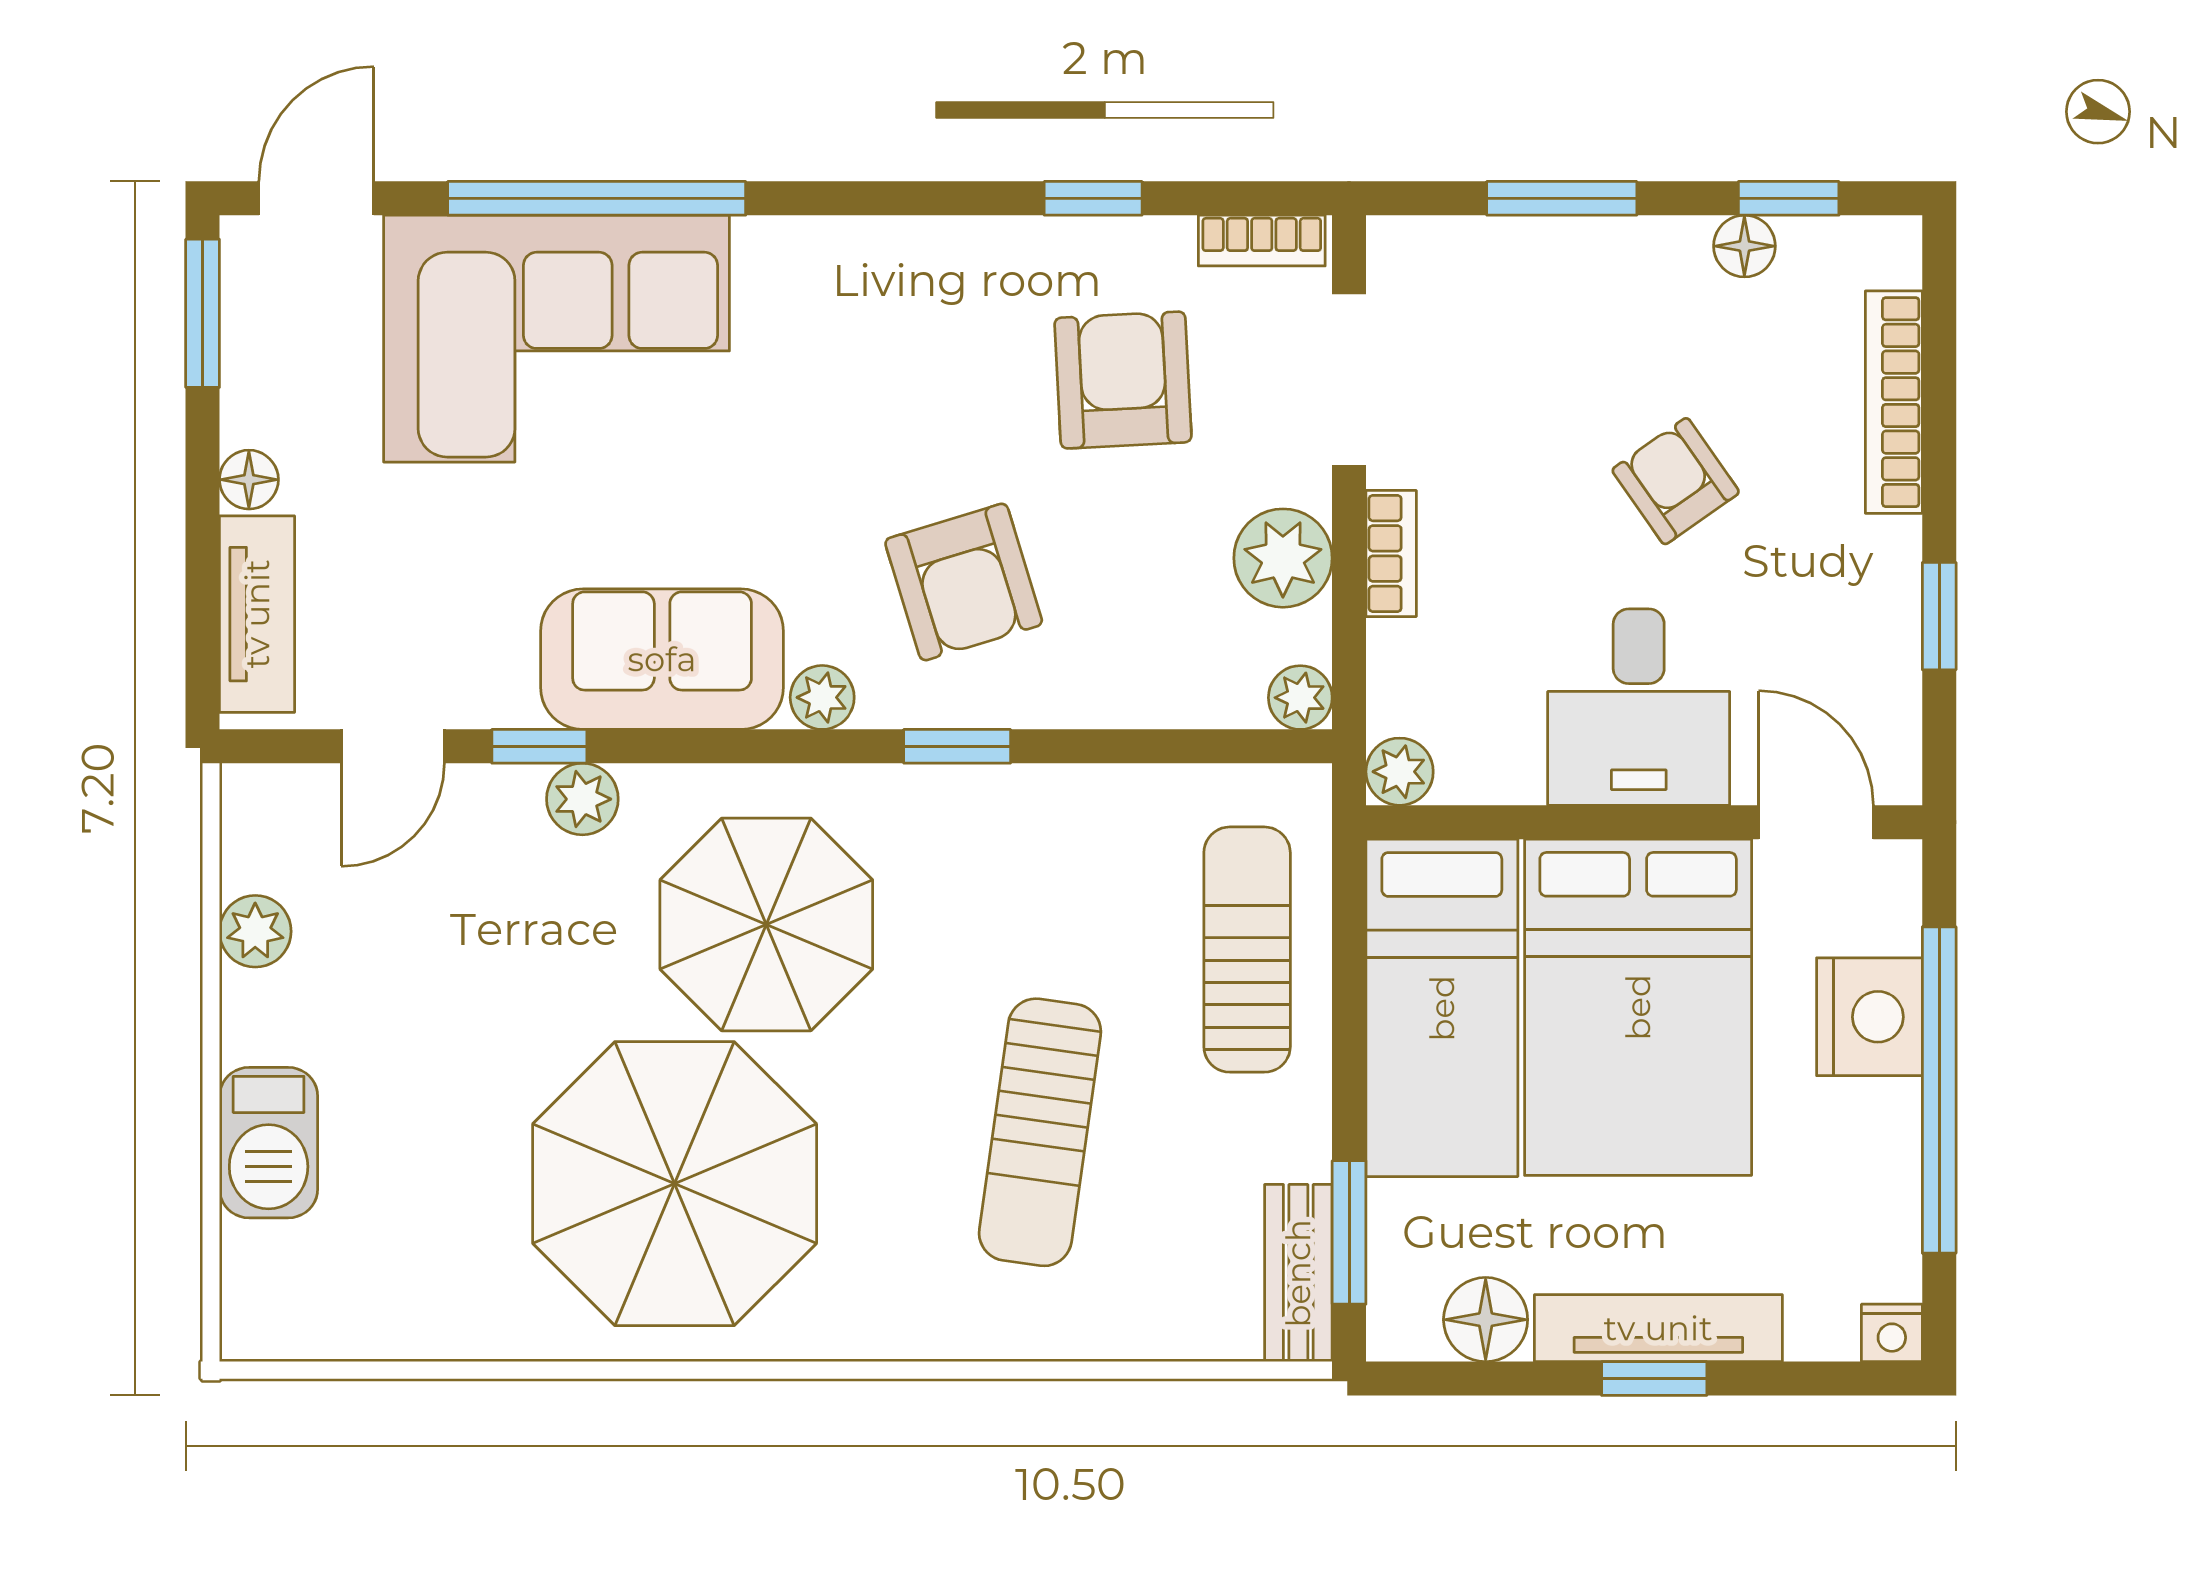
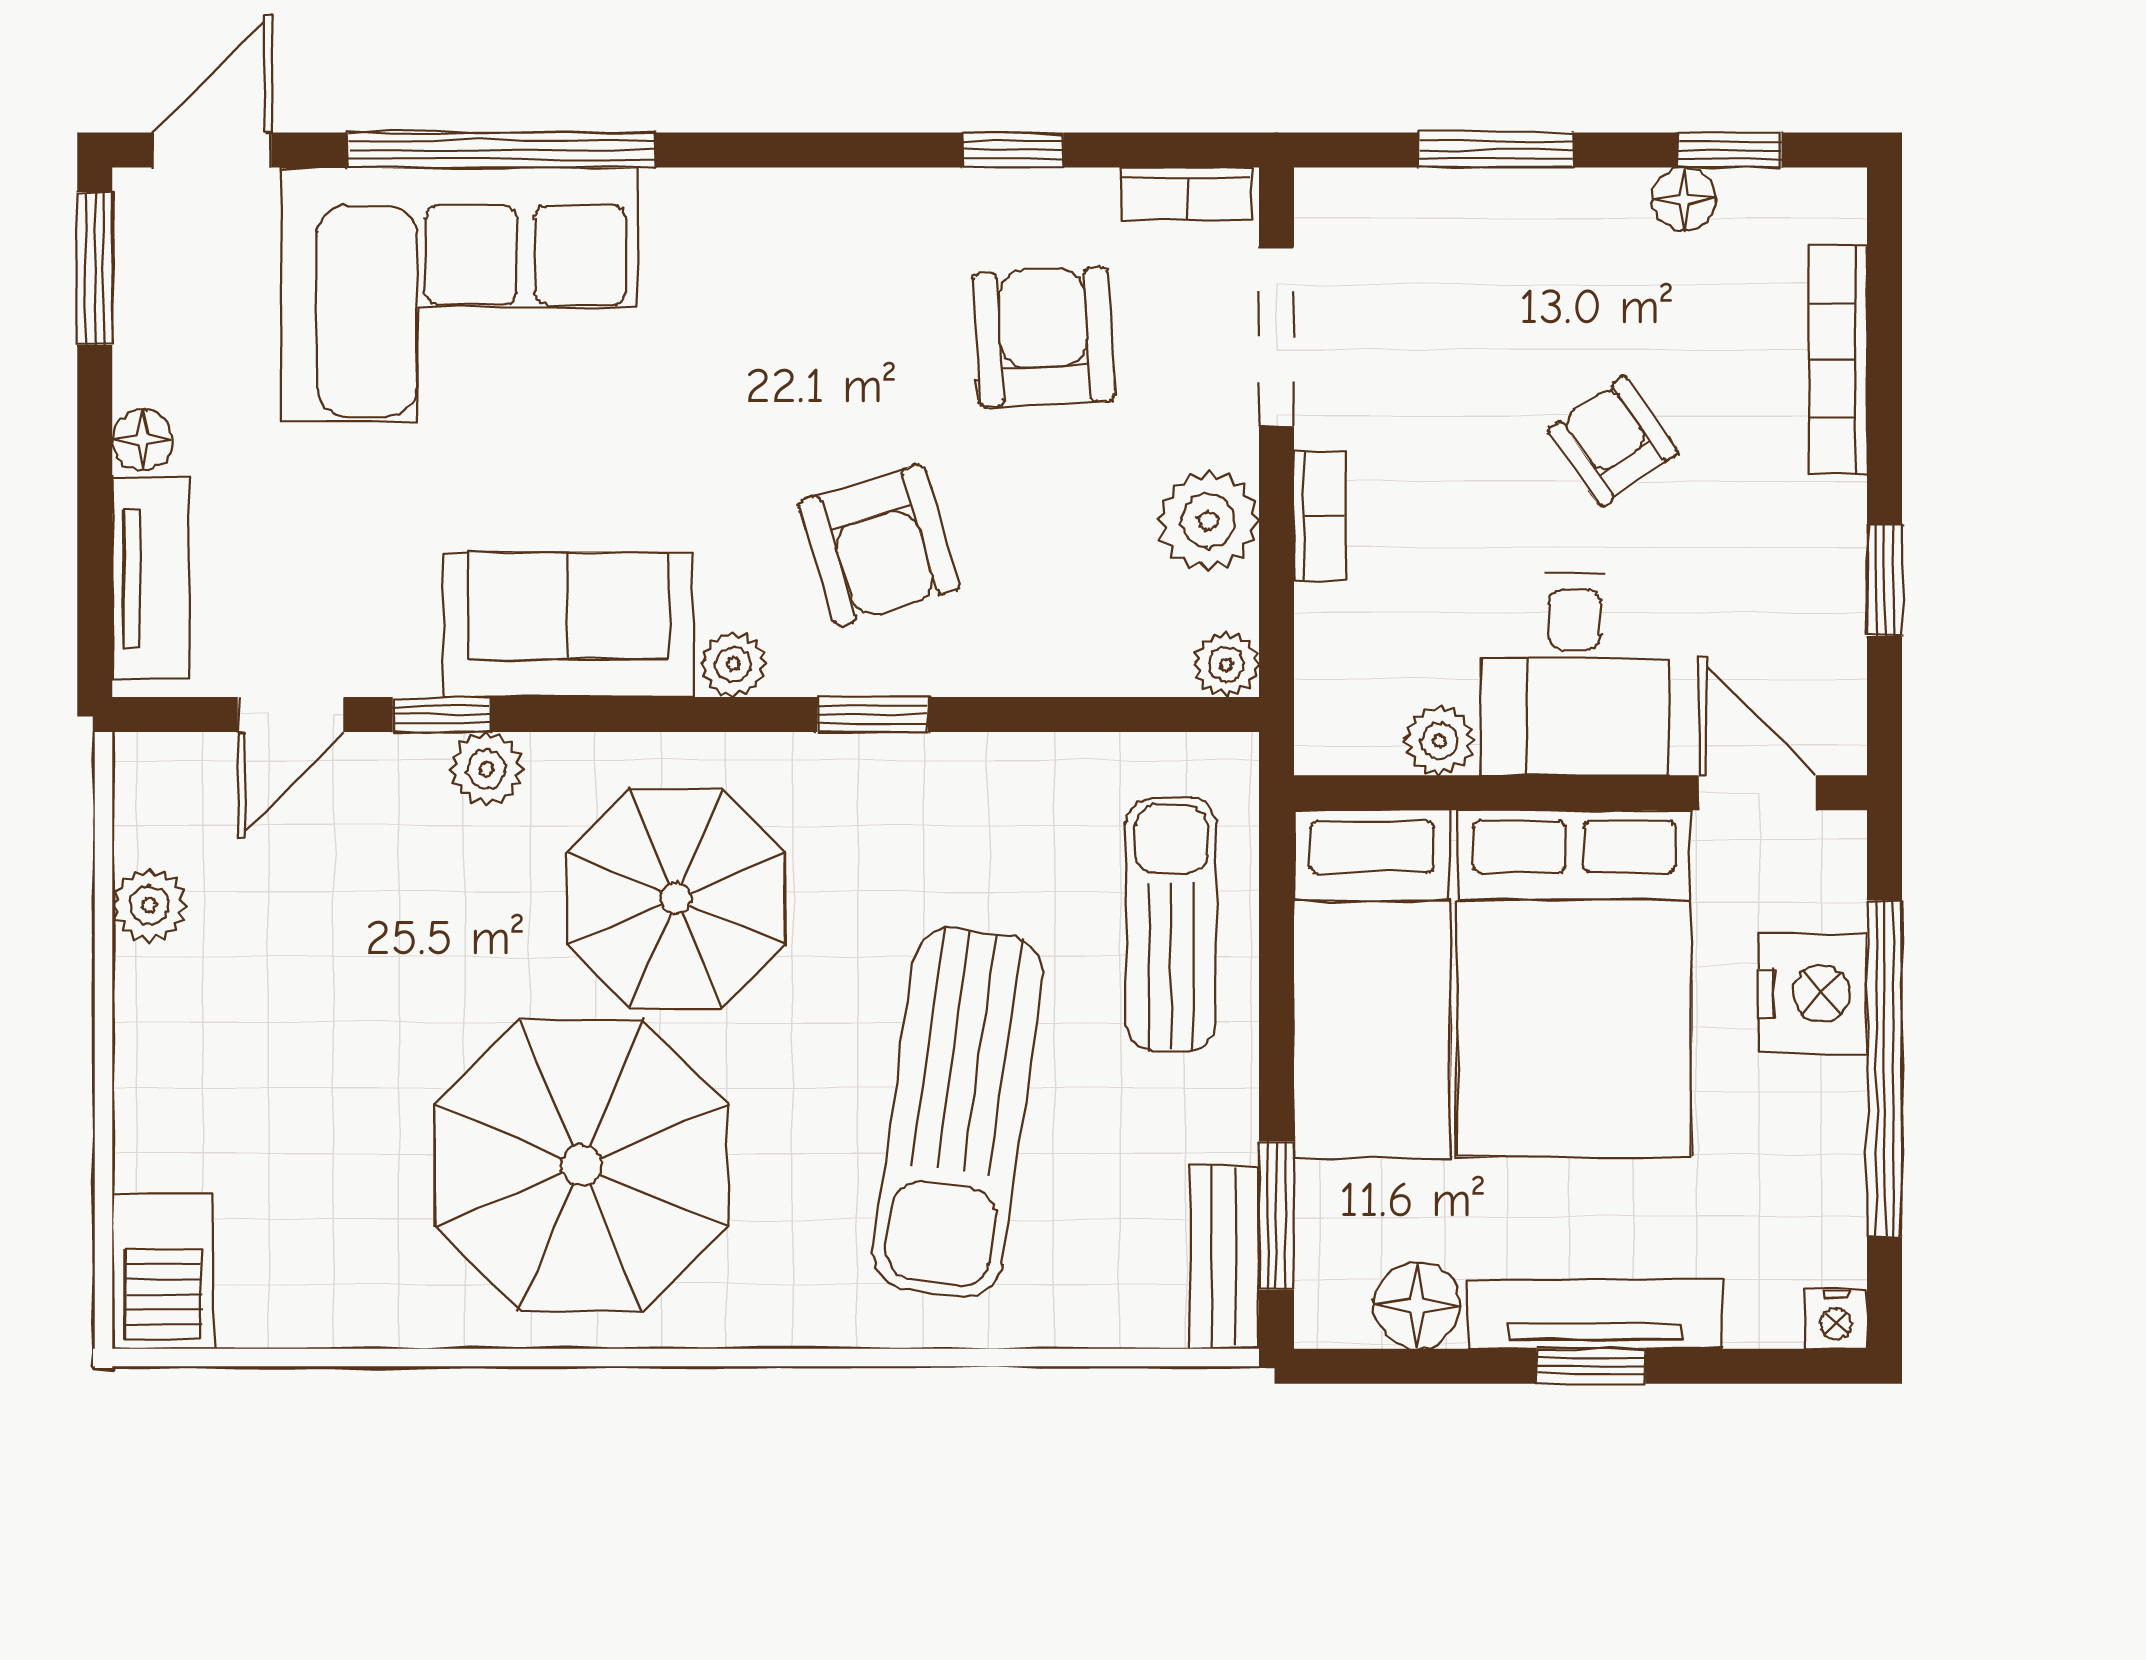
plant: (1400, 772) -> (1439, 741), moved
sun lounger: (1040, 1132) -> (958, 1112), width x1.36, depth x1.34
barbecue: (269, 1143) -> (163, 1271), moved

